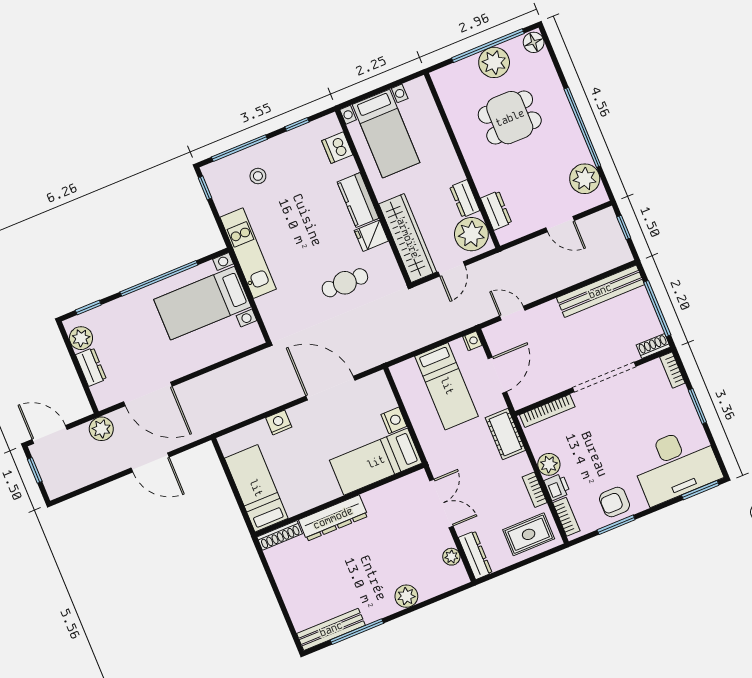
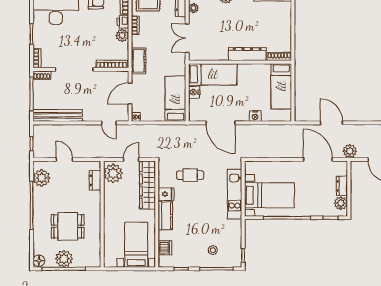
dresser: (465, 199) -> (109, 193), removed
kitchen unit: (248, 253) -> (235, 194), moved
bed: (447, 386) -> (175, 99), moved

